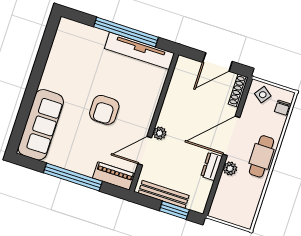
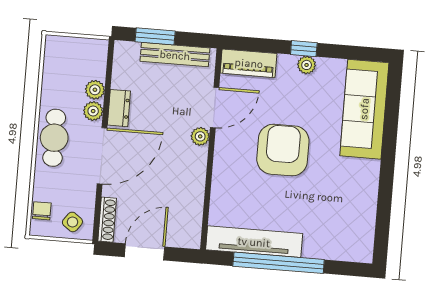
armchair: (104, 110) -> (283, 150), width x1.36, depth x1.36
plant: (74, 165) -> (307, 65), added
window: (73, 177) -> (304, 49), width x0.32
plant: (225, 183) -> (95, 90), added

